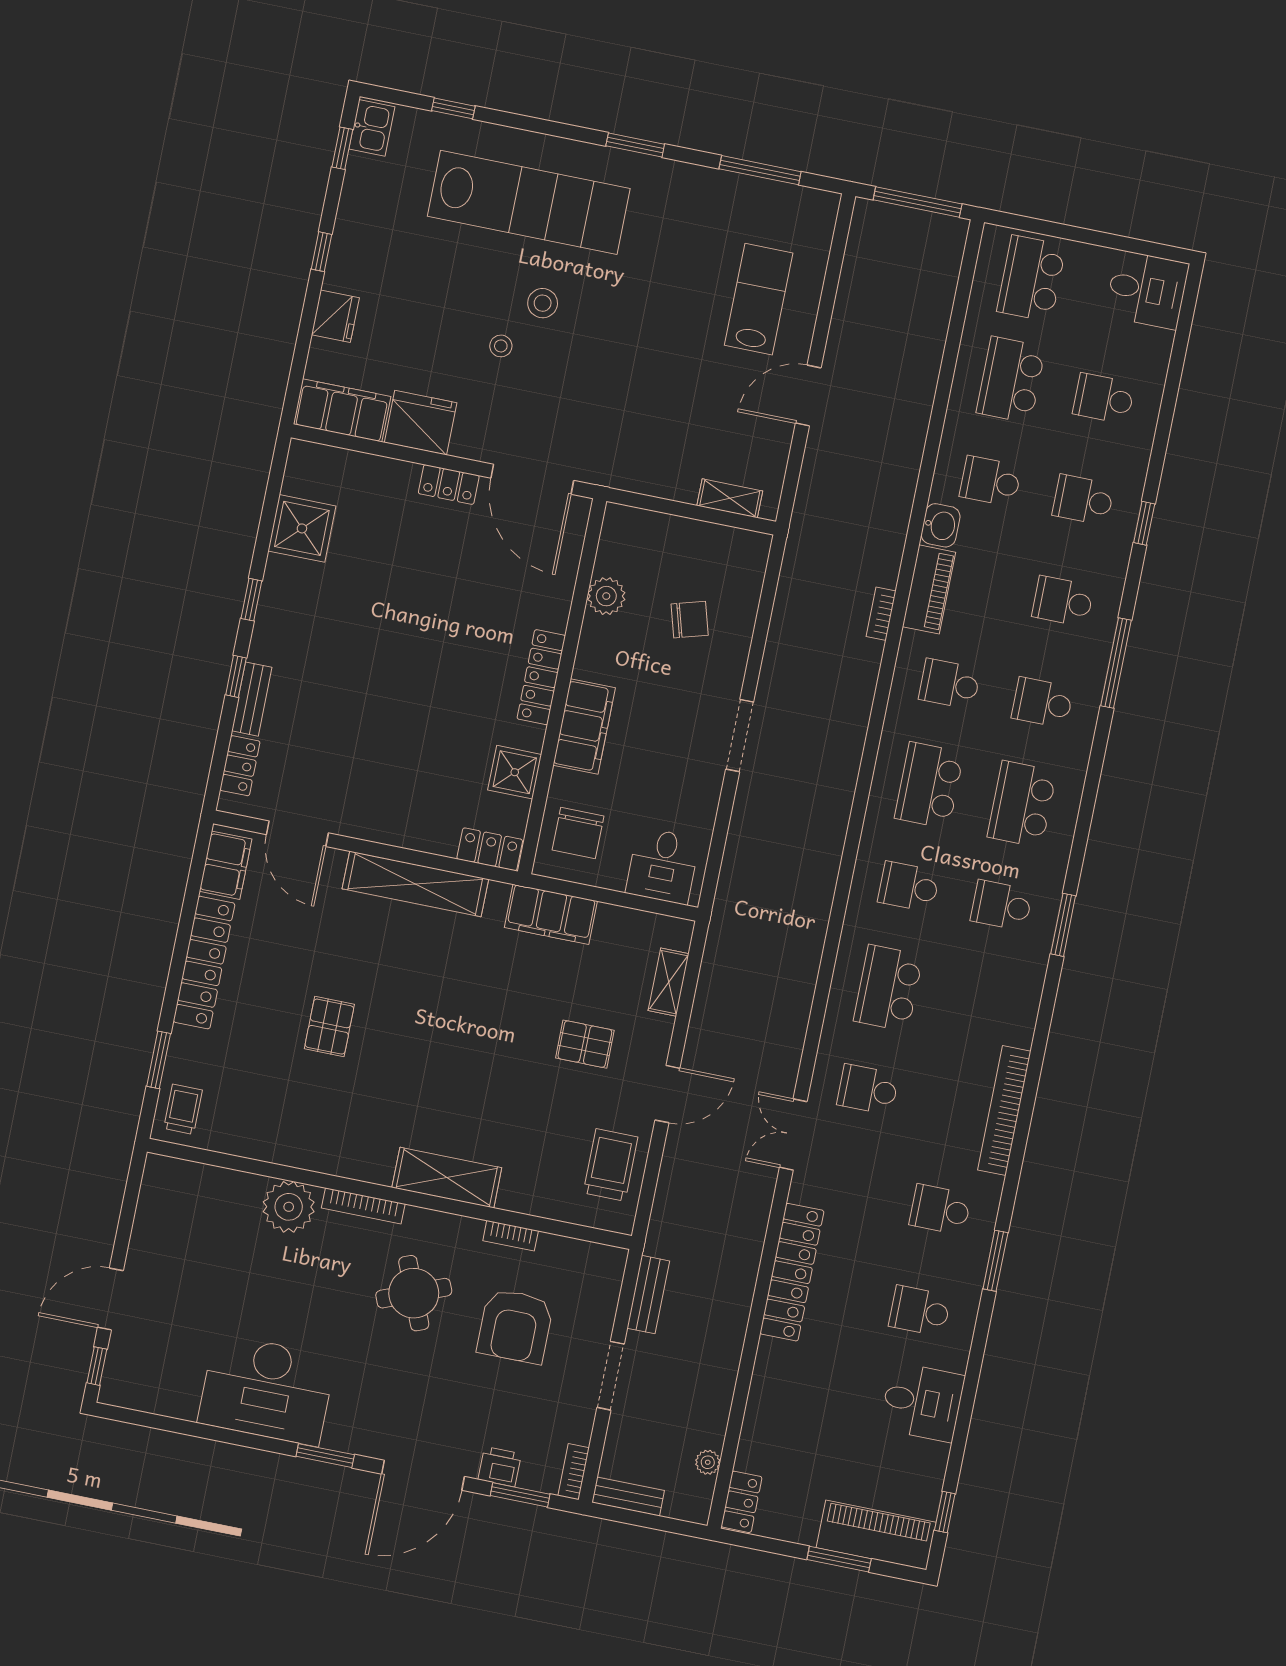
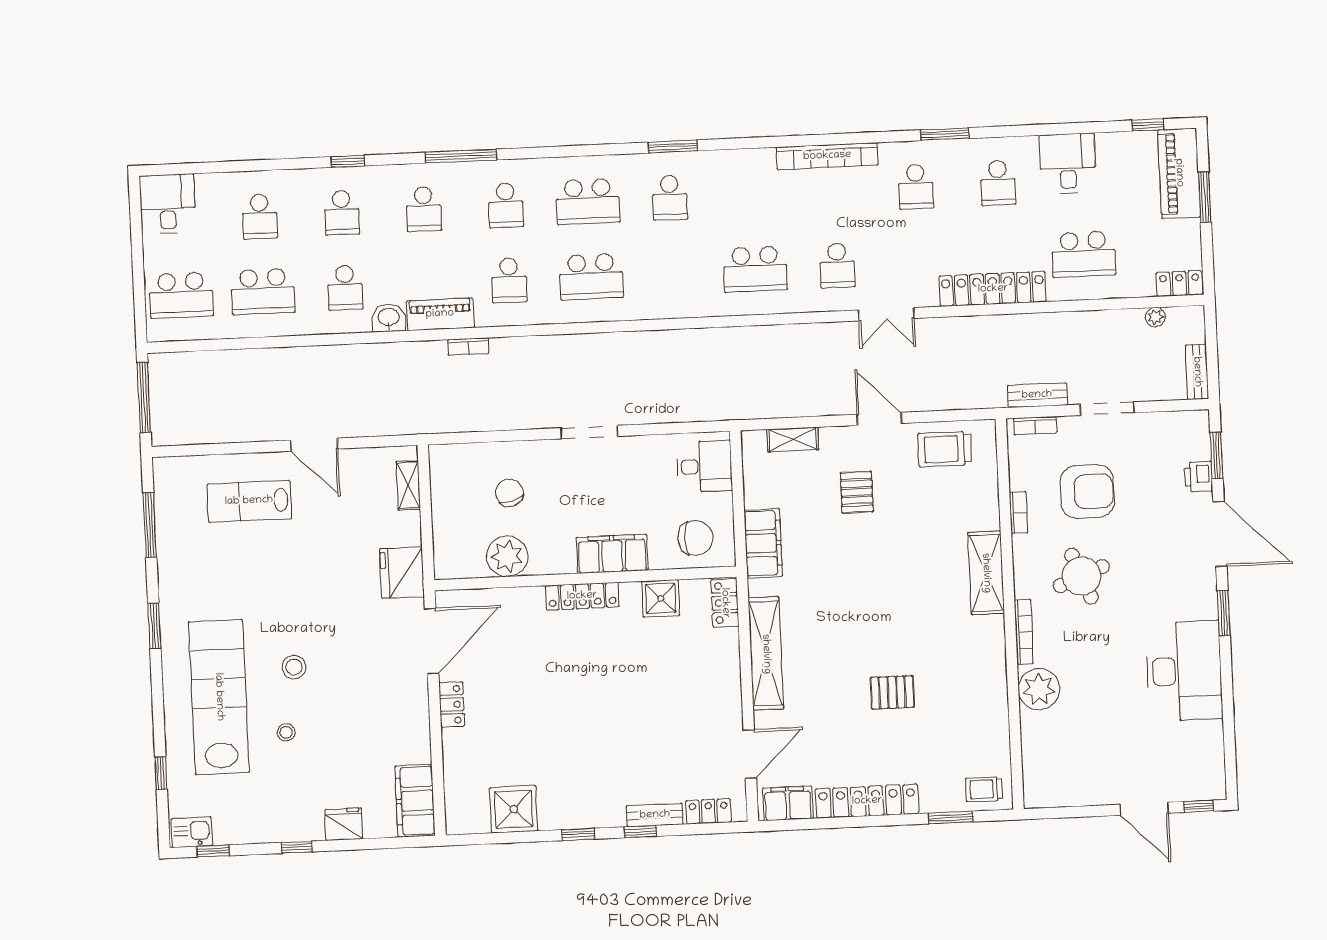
stool: (501, 346) -> (286, 732), moved
fridge: (421, 423) -> (402, 573), moved
plant: (606, 596) -> (507, 556), width x1.36, depth x1.36
school desk: (909, 887) -> (1083, 254), moved, width x1.85
bookcase: (574, 1472) -> (1035, 426), moved

